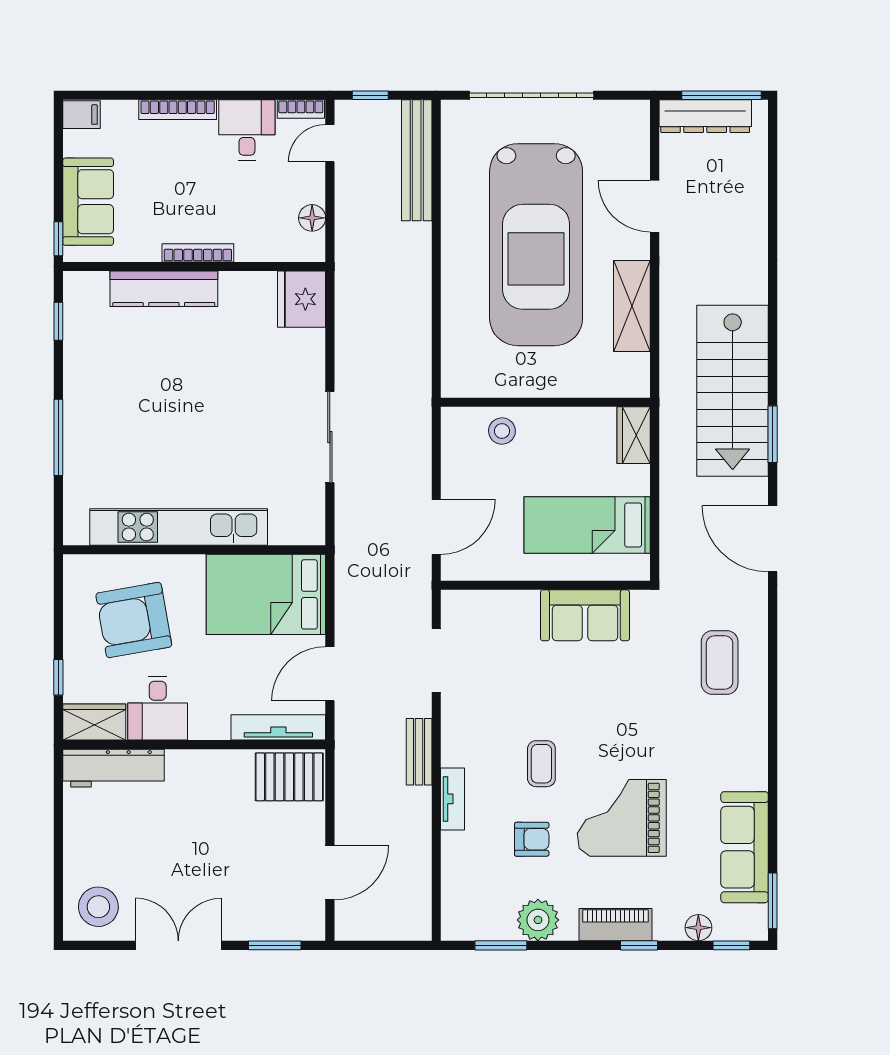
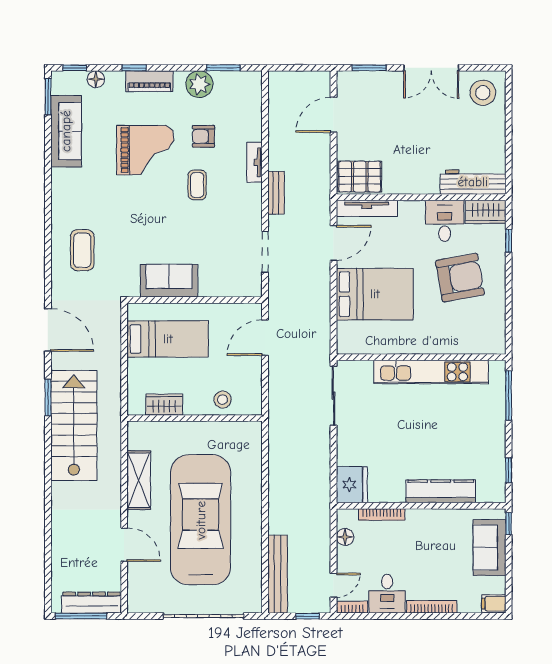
bookcase: (198, 253) -> (382, 514), moved
wardrobe: (634, 435) -> (164, 405), moved, turned -90
kitchen unit: (179, 527) -> (431, 372), moved
wall: (194, 550) -> (421, 357), moved

